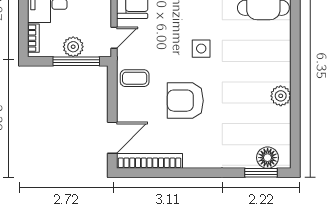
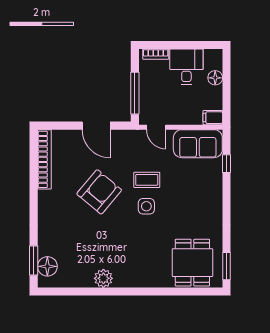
plant: (73, 47) -> (148, 90), removed
coffee table: (135, 78) -> (147, 180), moved, turned 90
armchair: (185, 101) -> (99, 192), turned 40
door: (112, 138) -> (96, 126), moved

